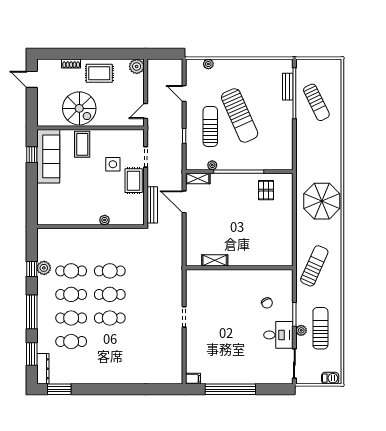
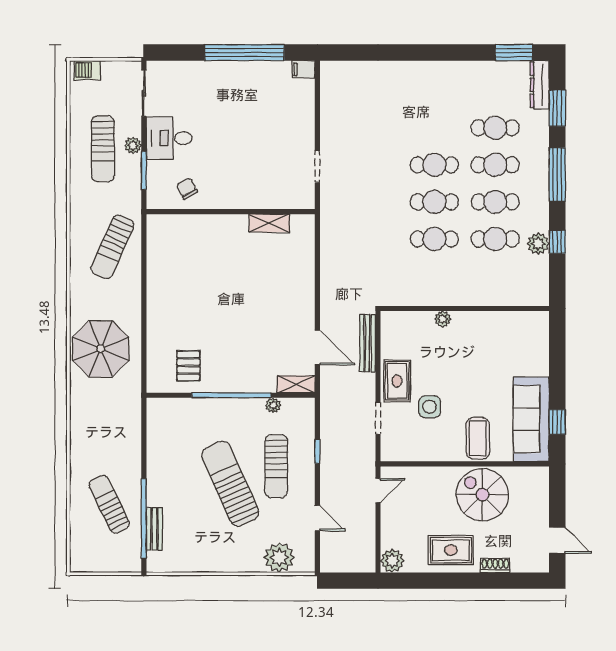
plant: (208, 64) -> (279, 557), width x1.87, depth x1.87
shelving: (215, 260) -> (269, 223), moved
wall: (239, 268) -> (231, 212), moved

